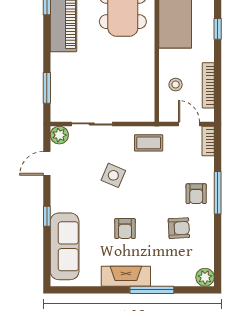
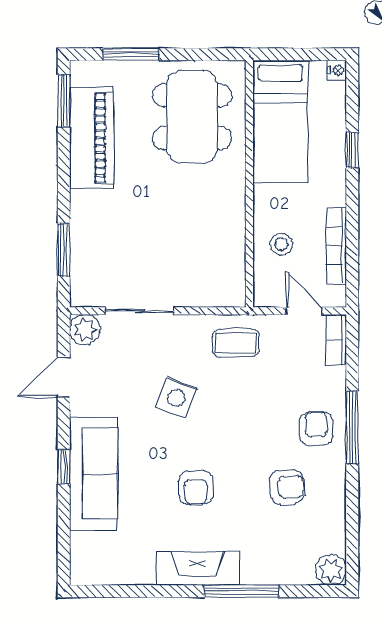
armchair: (196, 194) -> (316, 429), turned 180
sofa: (65, 246) -> (94, 474), moved

